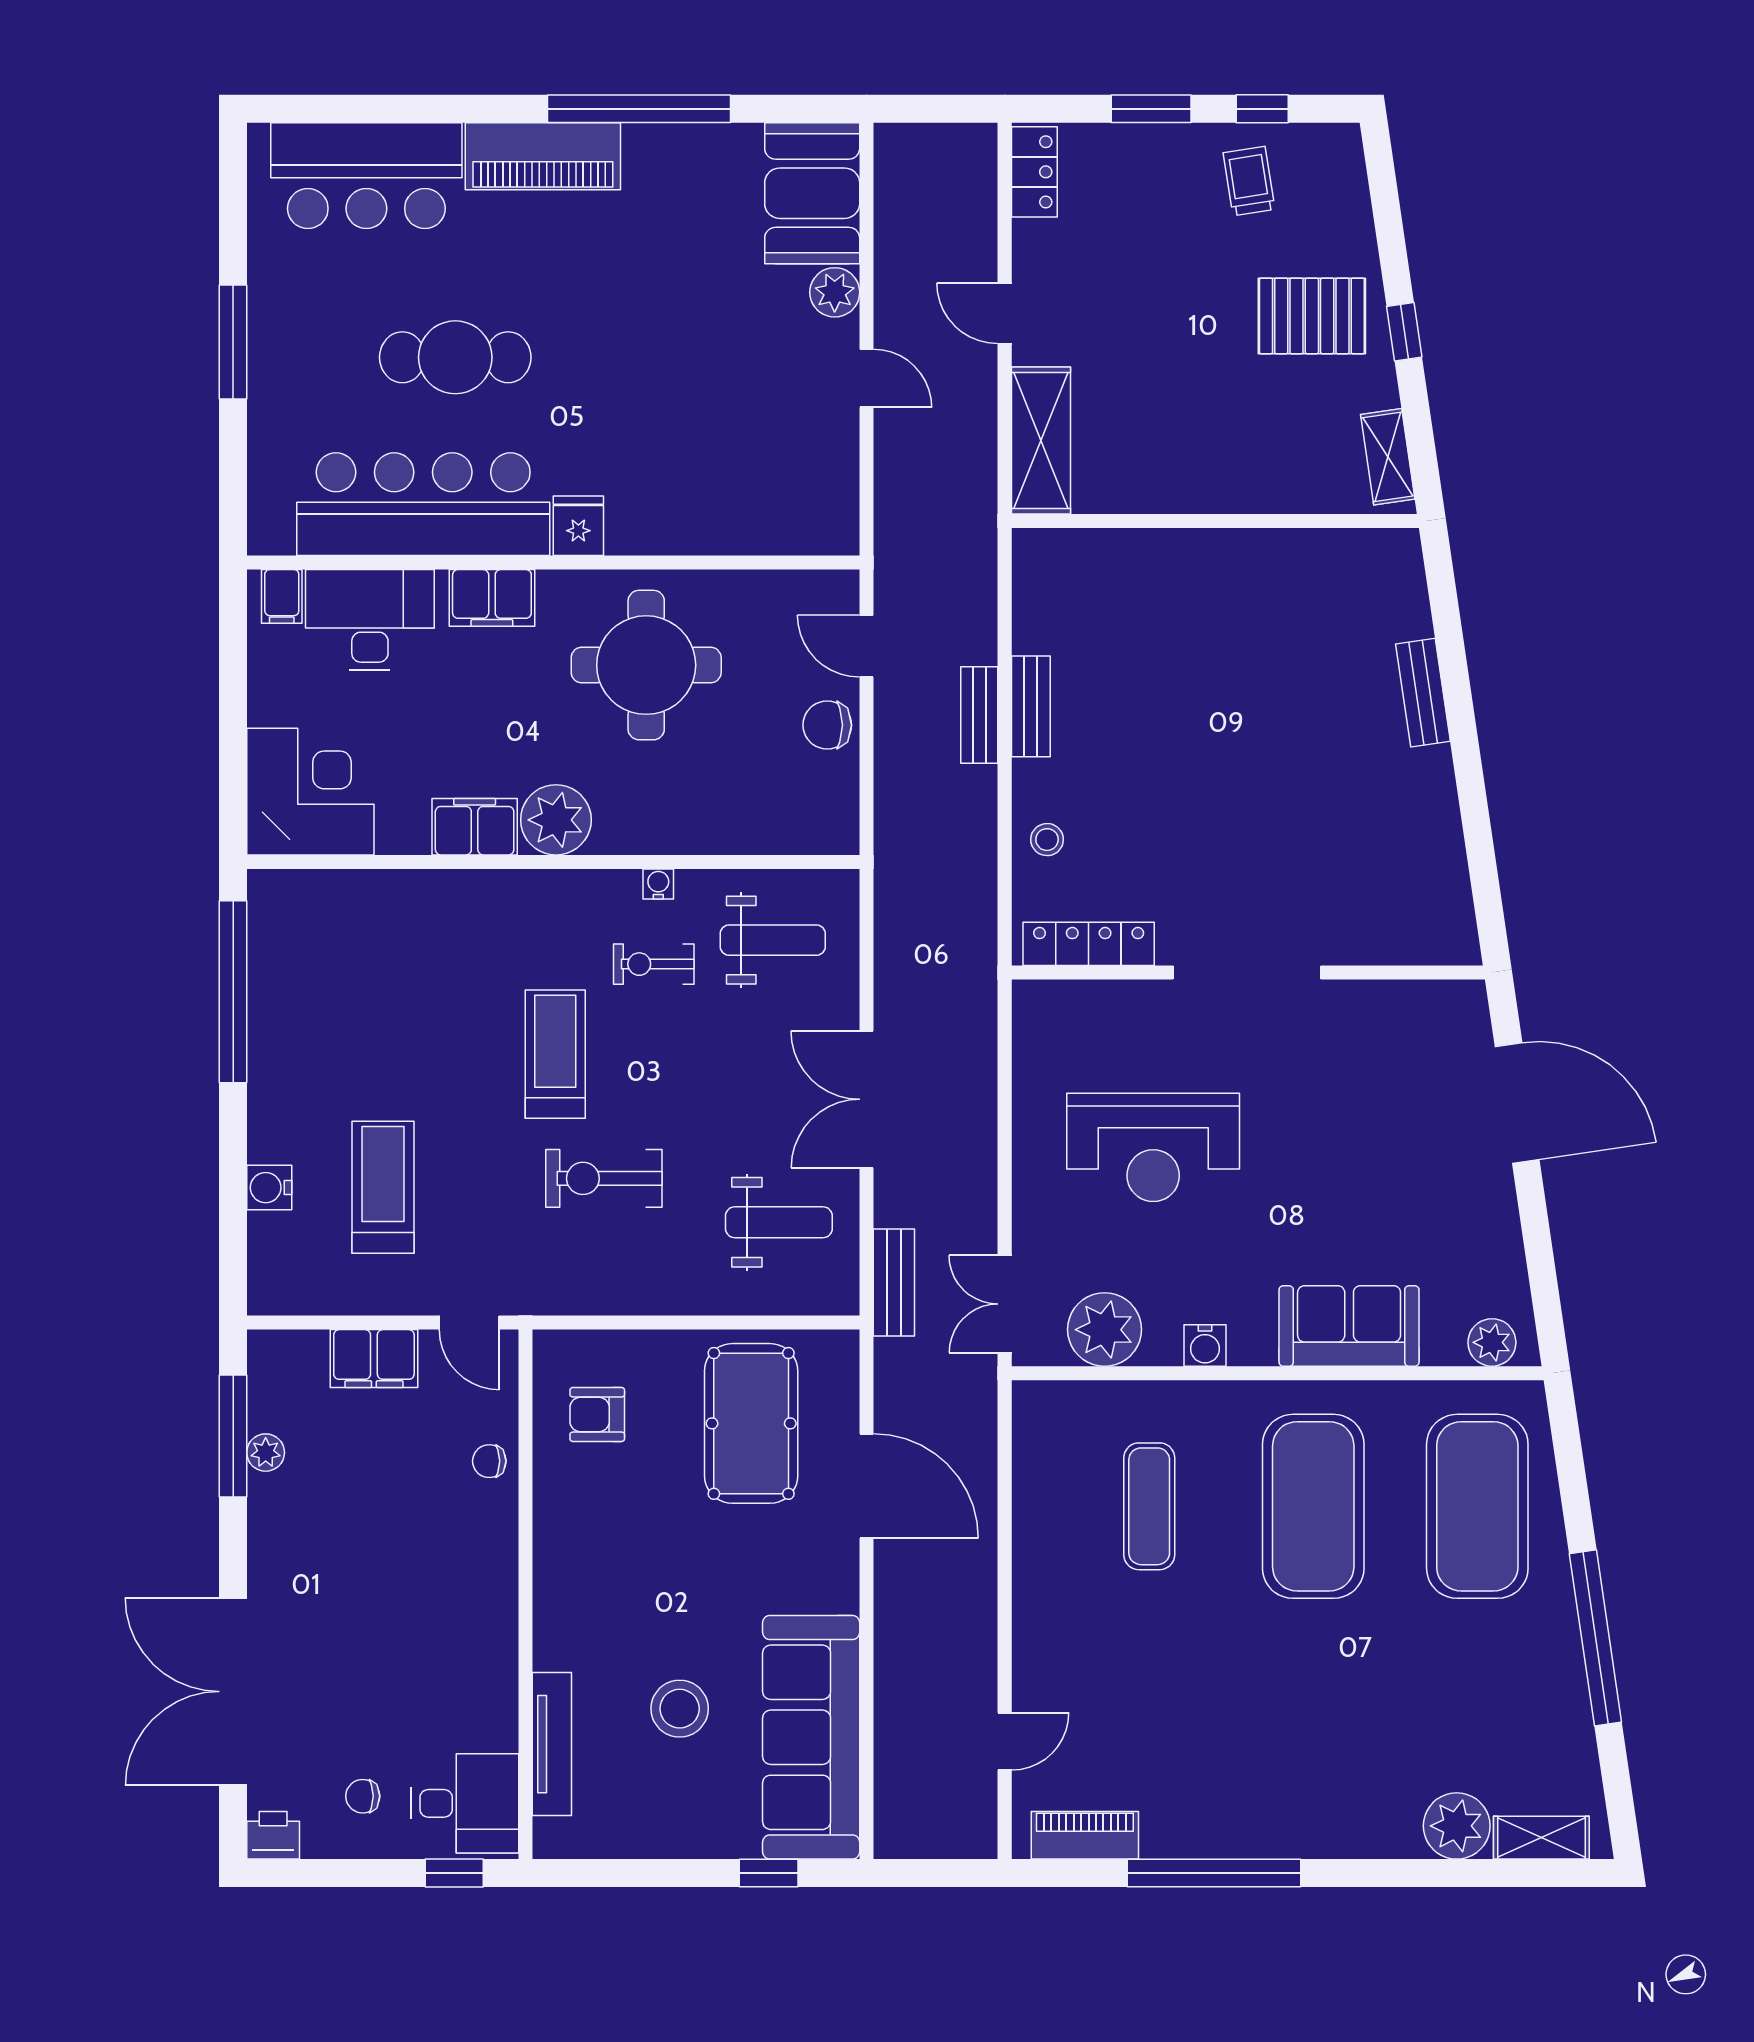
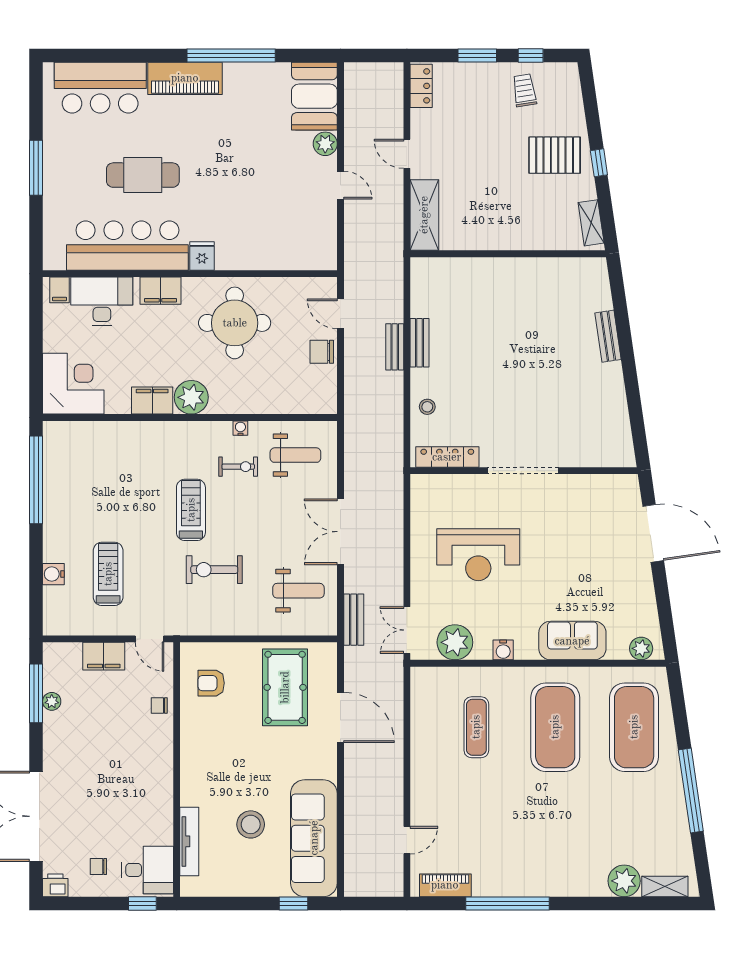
exercise bike: (654, 964) -> (238, 467), turned 180

